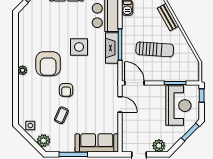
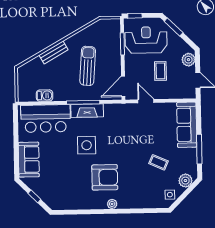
armchair: (66, 90) -> (132, 158), removed
door: (120, 104) -> (146, 101), hinge flipped
coffee table: (148, 119) -> (160, 71), added

